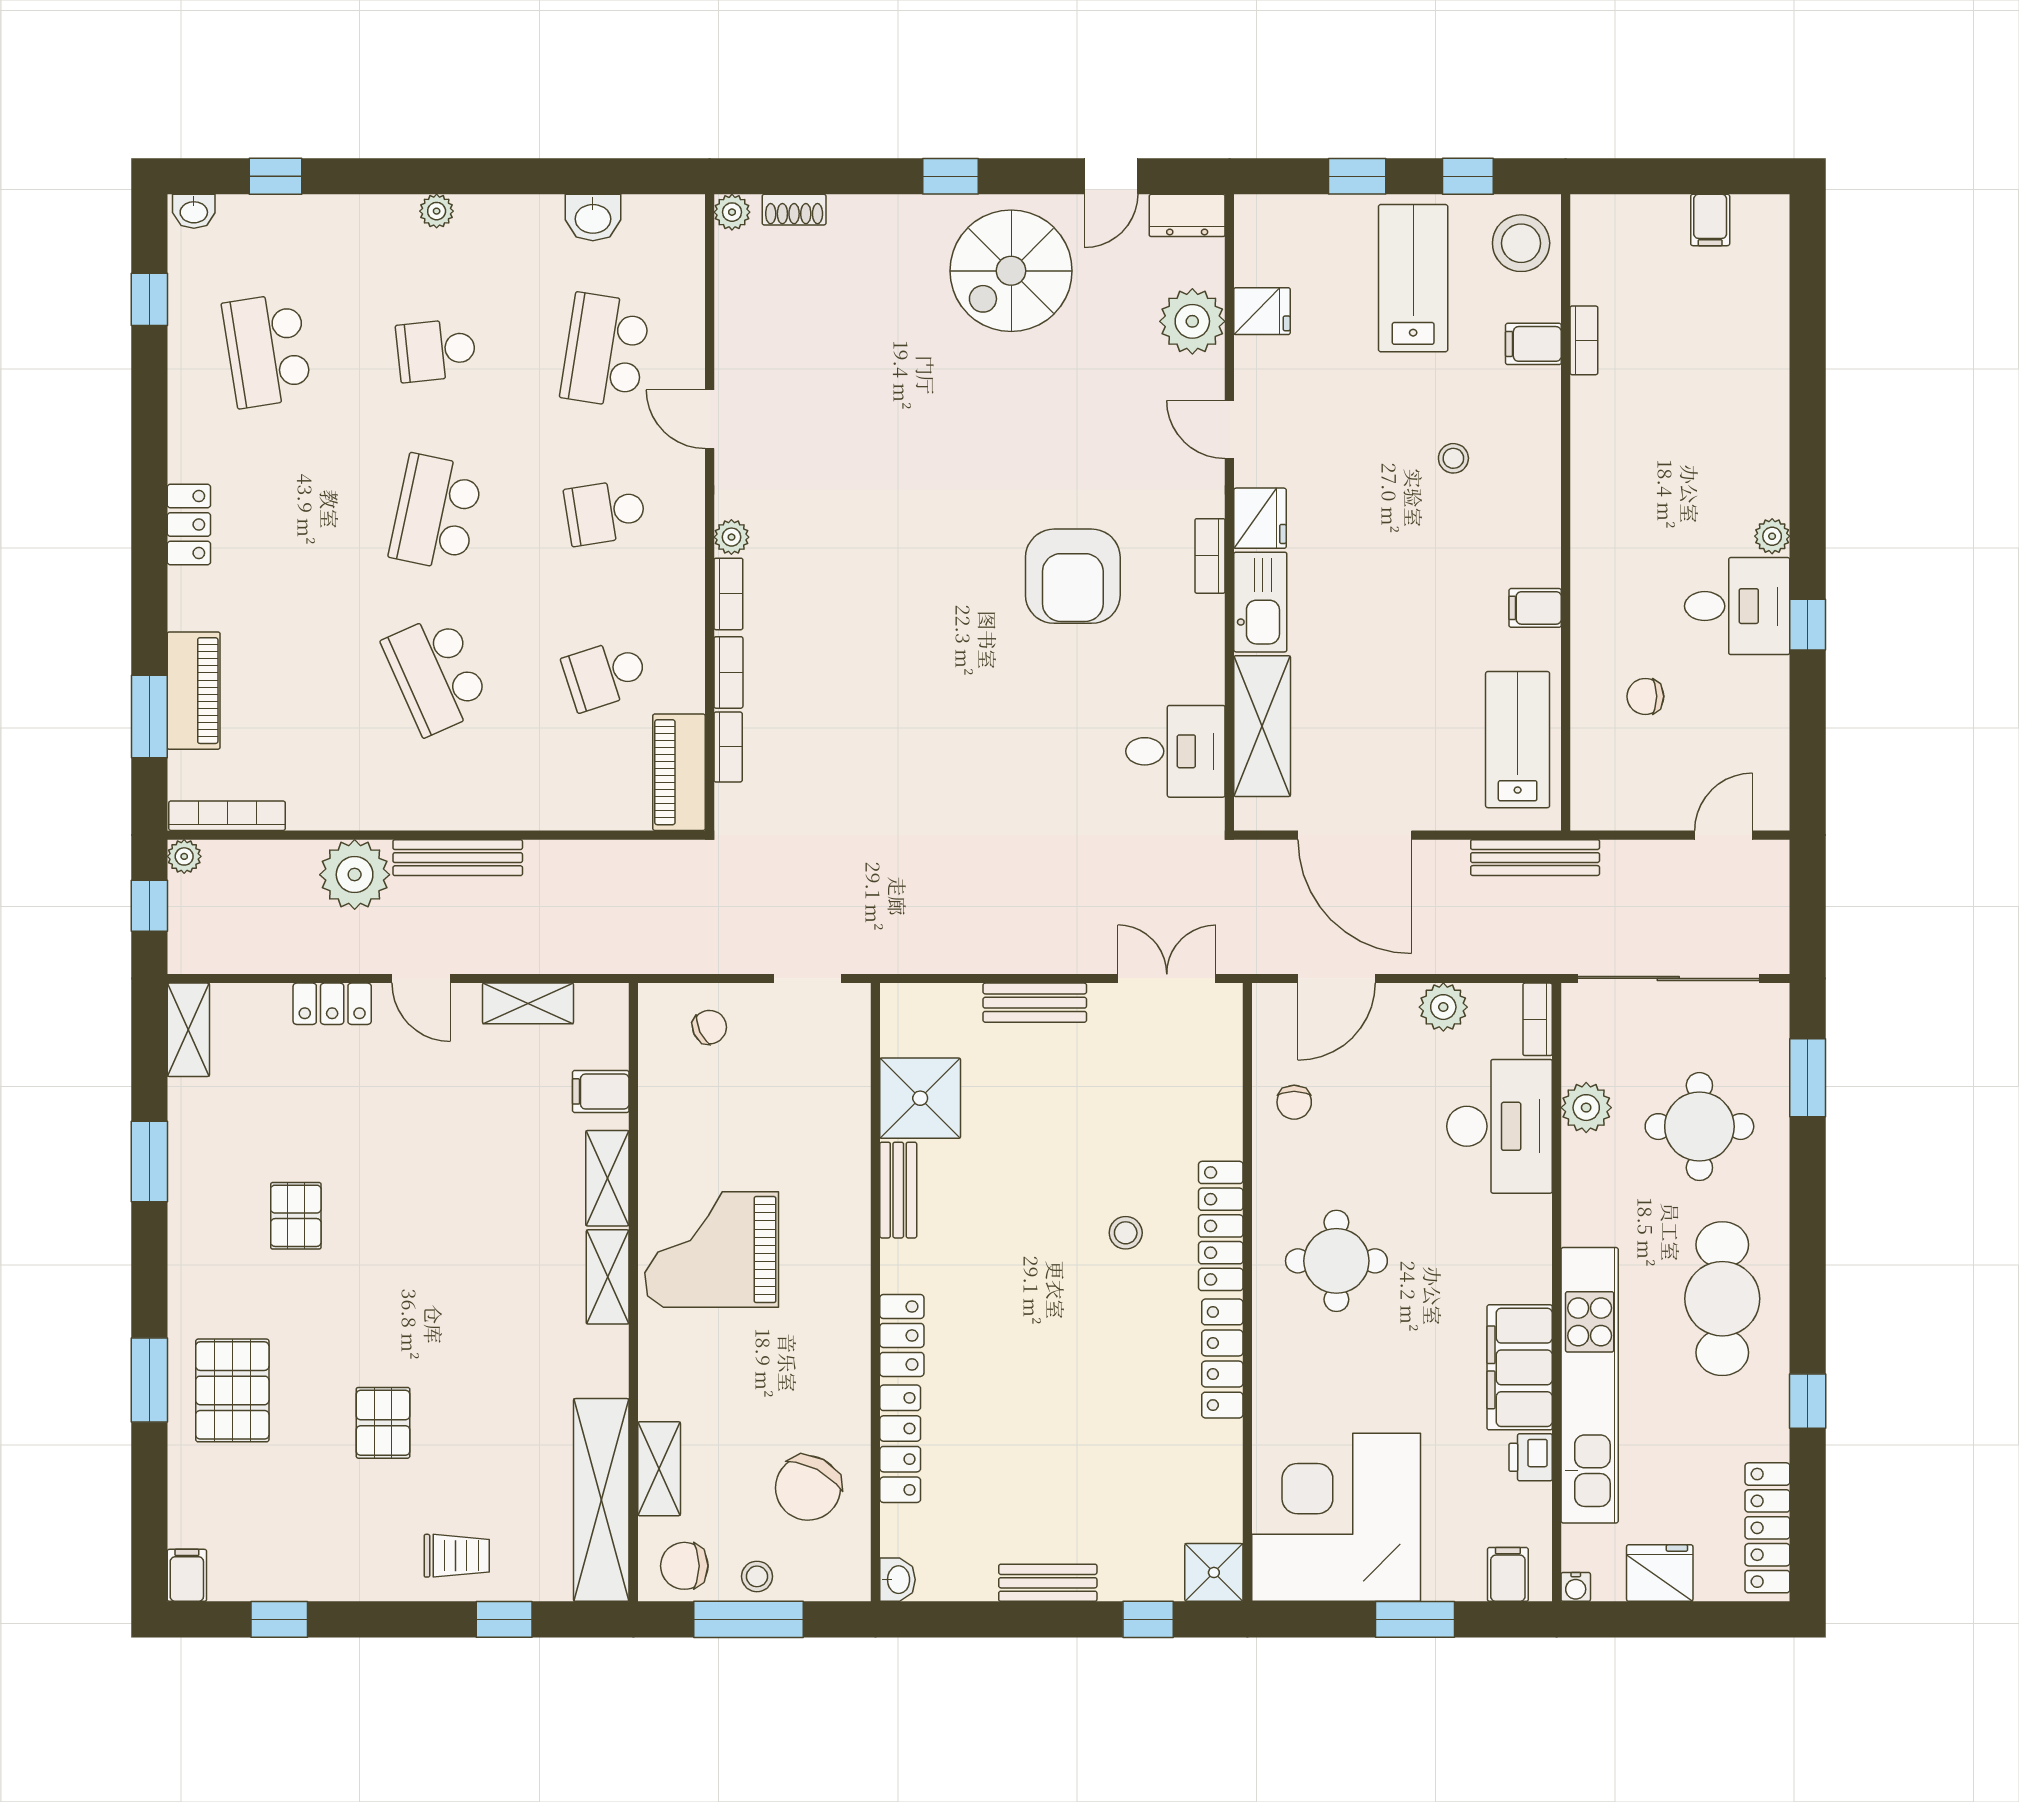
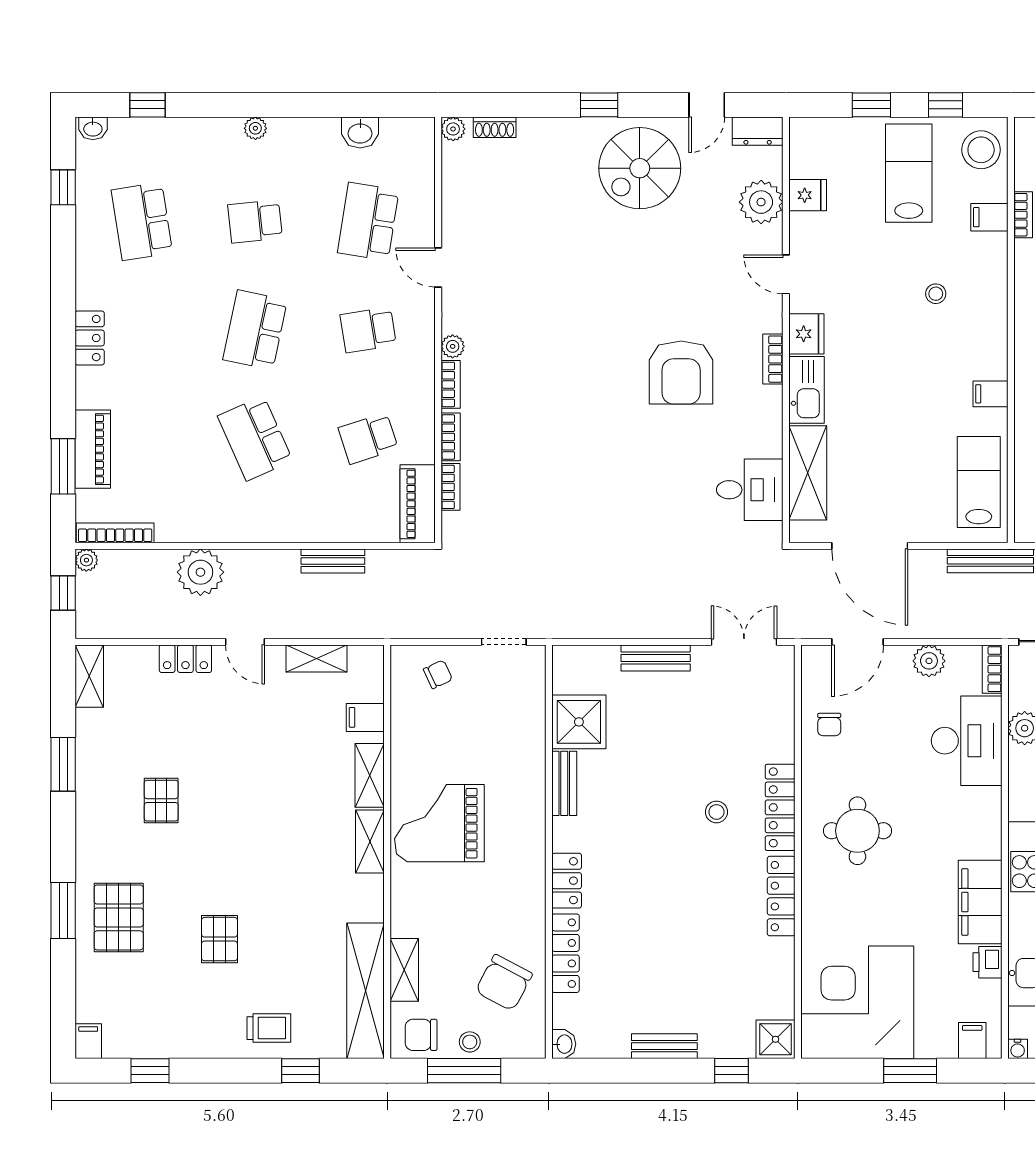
bench: (458, 858) -> (333, 561), moved, width x0.73

